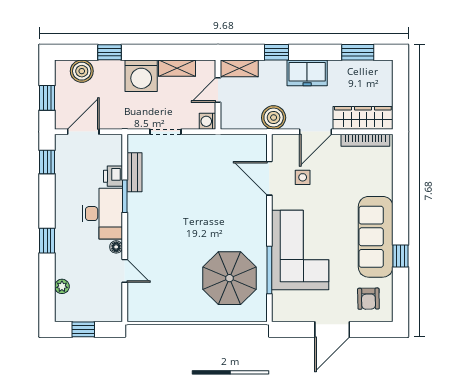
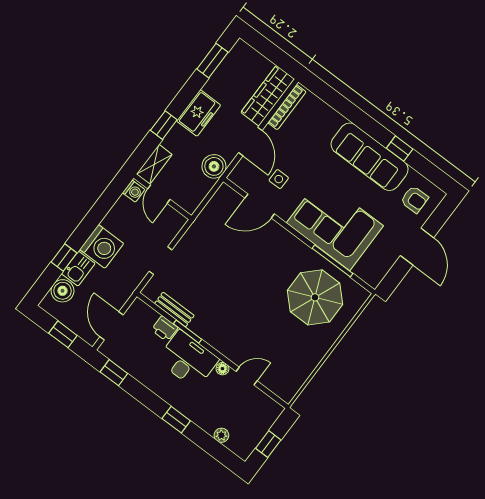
shelving: (177, 68) -> (117, 213), removed
kitchen sink: (109, 70) -> (78, 269), added
washing machine: (208, 121) -> (134, 191), moved, turned -90

